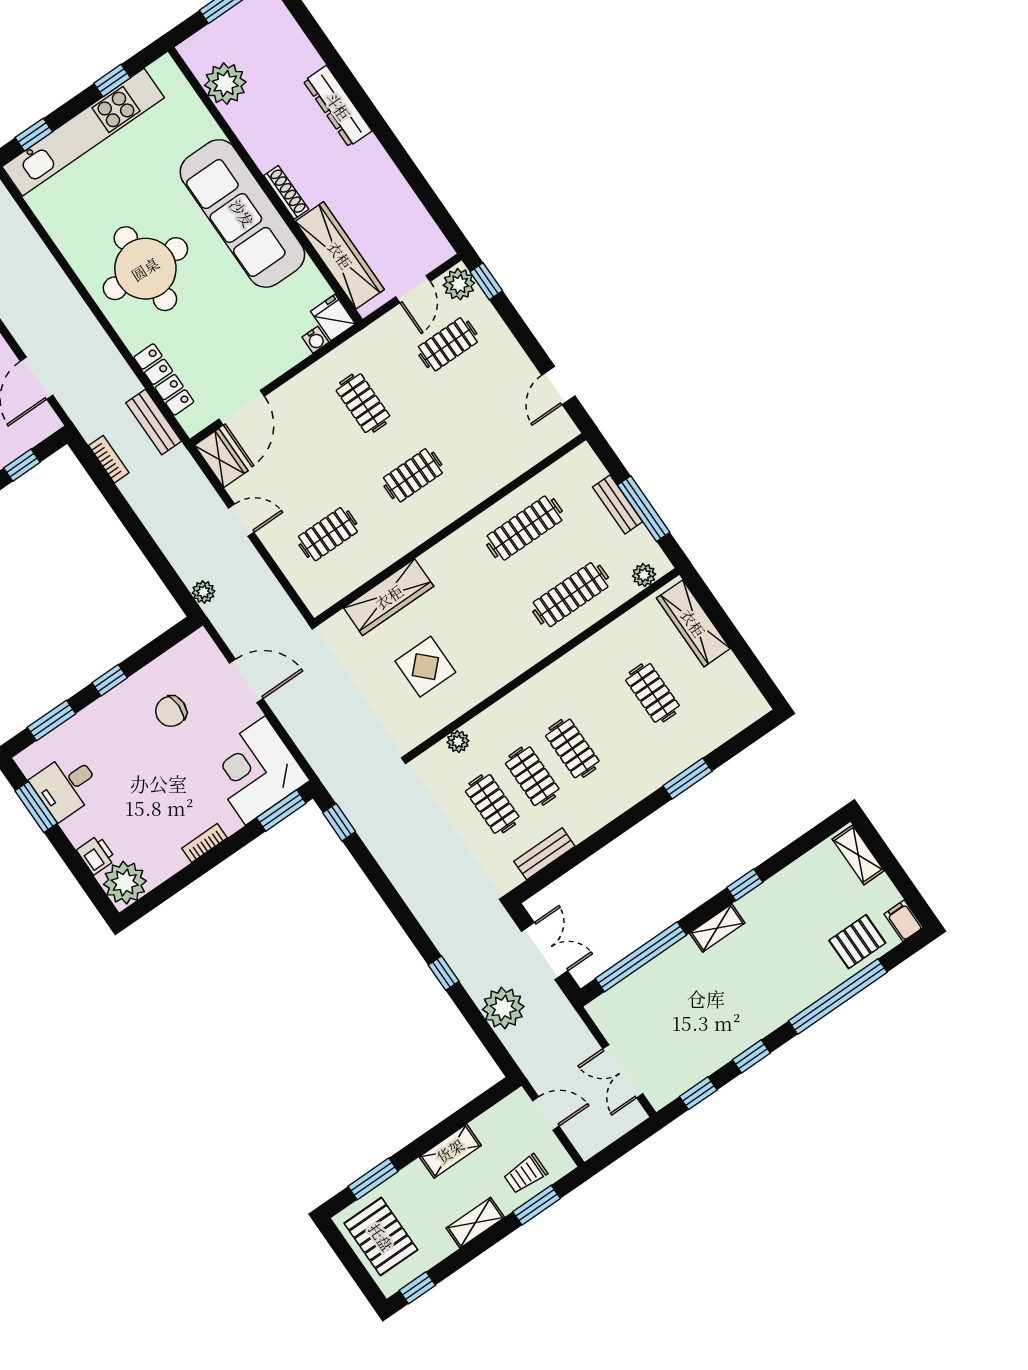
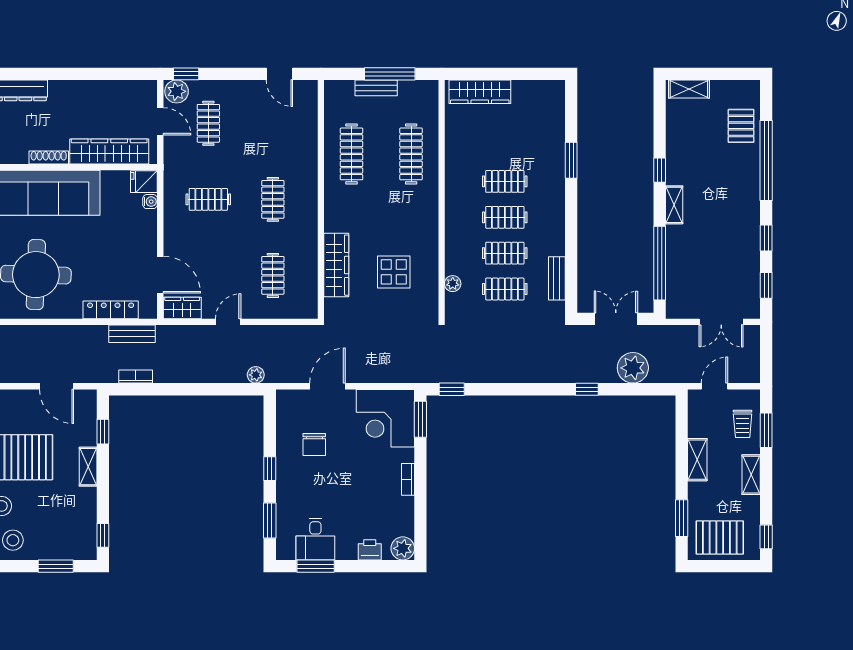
plant: (644, 575) -> (430, 101), removed
clothes rail: (653, 693) -> (505, 181), moved
plant: (125, 883) -> (403, 548), width x0.73, depth x0.73
filing cabinet: (904, 921) -> (748, 89), removed

